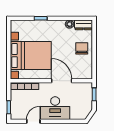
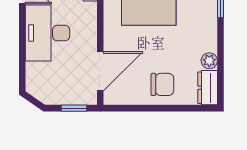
door: (62, 81) -> (100, 71), moved

